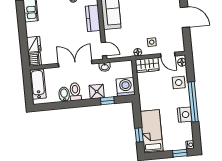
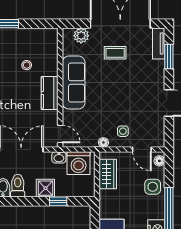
wardrobe: (147, 65) -> (108, 174), moved, turned -90
washing machine: (126, 87) -> (79, 163), moved, turned 180

